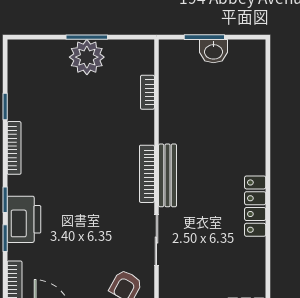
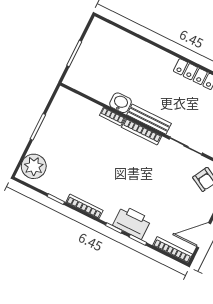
washbasin: (214, 51) -> (120, 103), moved, turned -90
plant: (87, 57) -> (34, 166), moved
bookcase: (147, 92) -> (112, 117), moved

